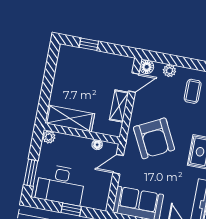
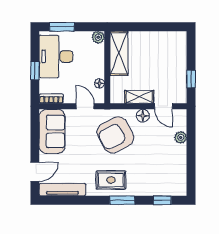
window: (89, 44) -> (191, 79), moved
floor lamp: (147, 67) -> (143, 116), moved
coffee table: (193, 91) -> (166, 162), removed
bookcase: (104, 198) -> (51, 99), added

